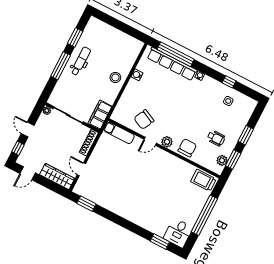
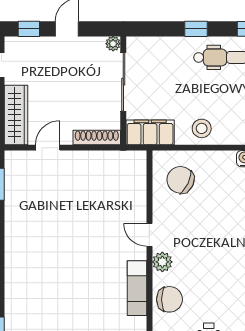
window: (61, 66) -> (196, 29), width x0.46
stool: (115, 77) -> (202, 128), moved
chair: (144, 119) -> (181, 180), moved
exam couch: (119, 133) -> (137, 288), moved

